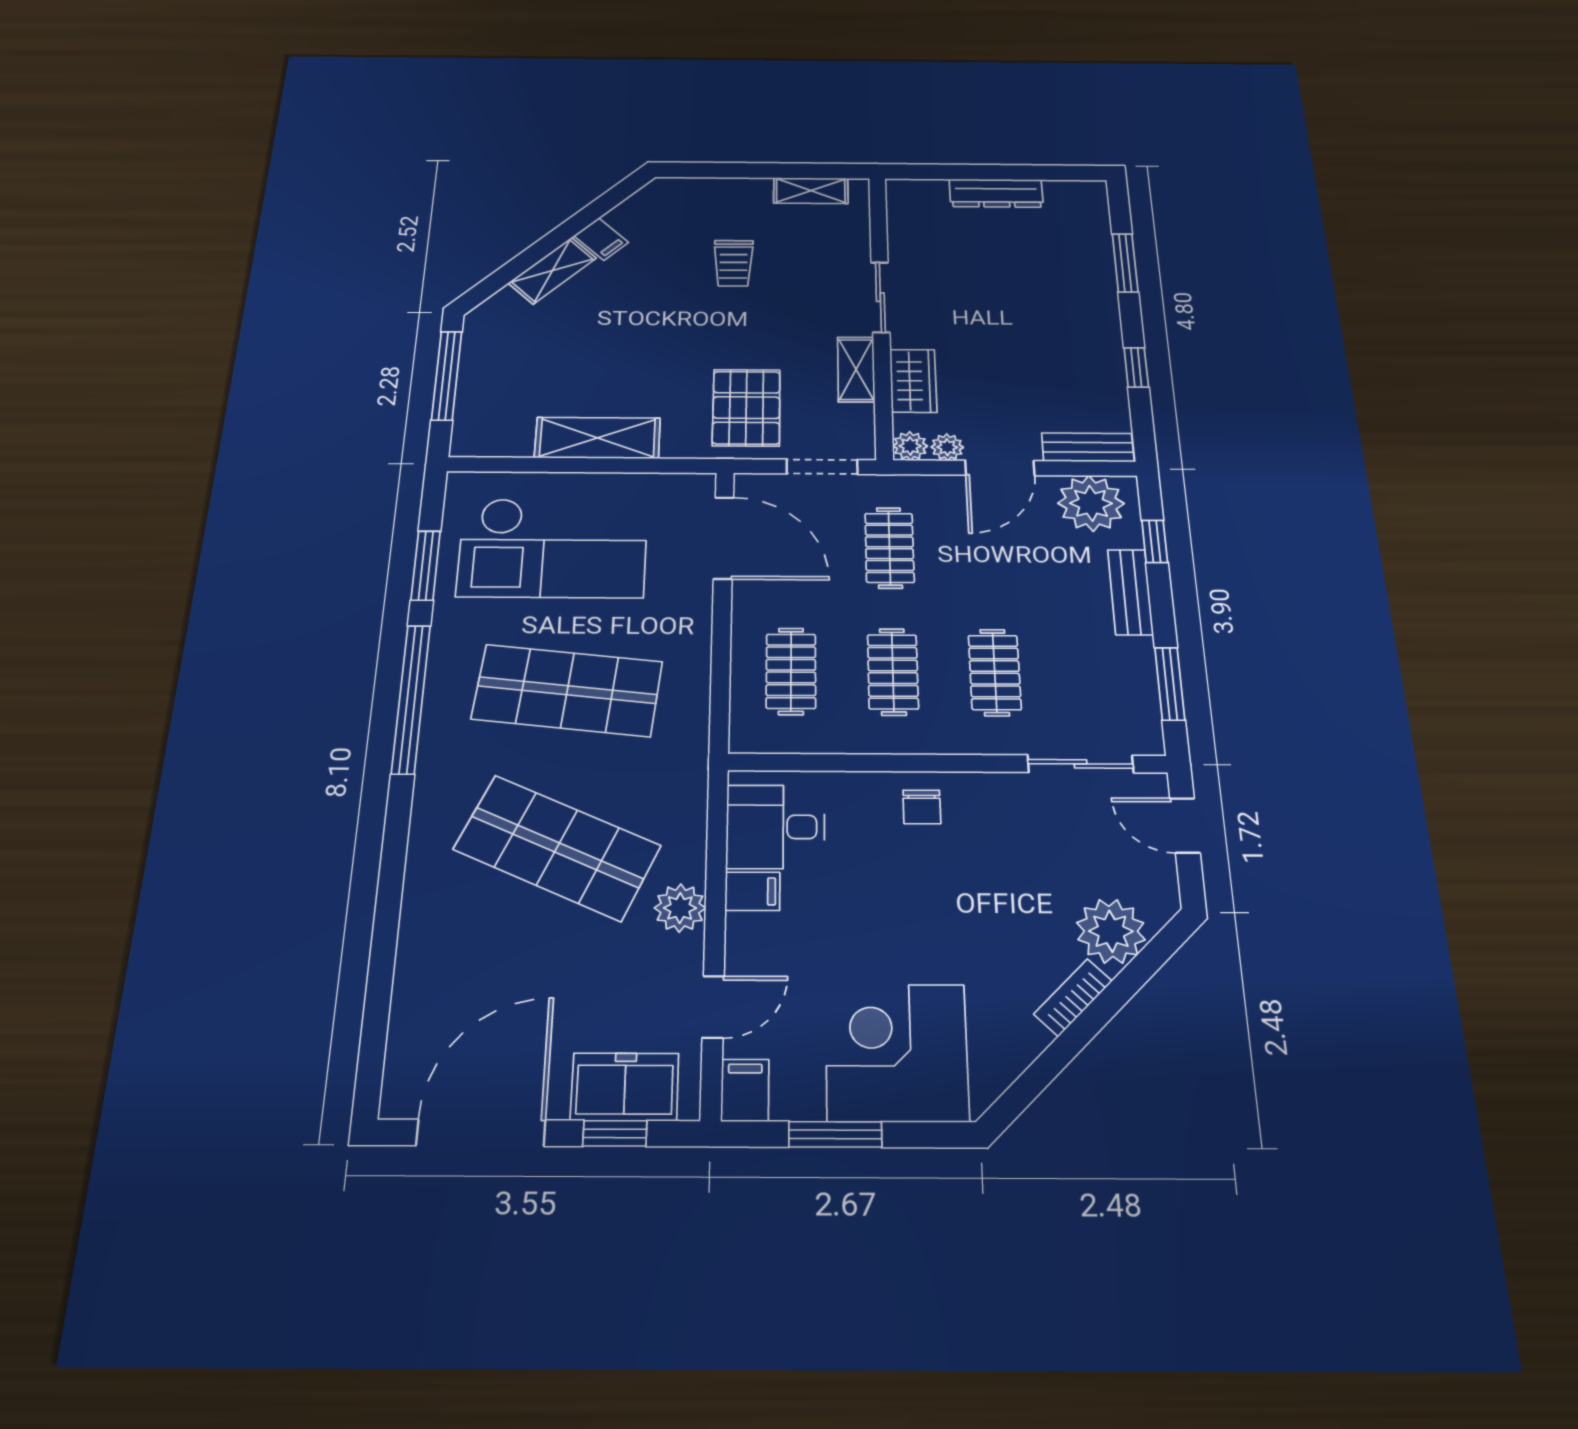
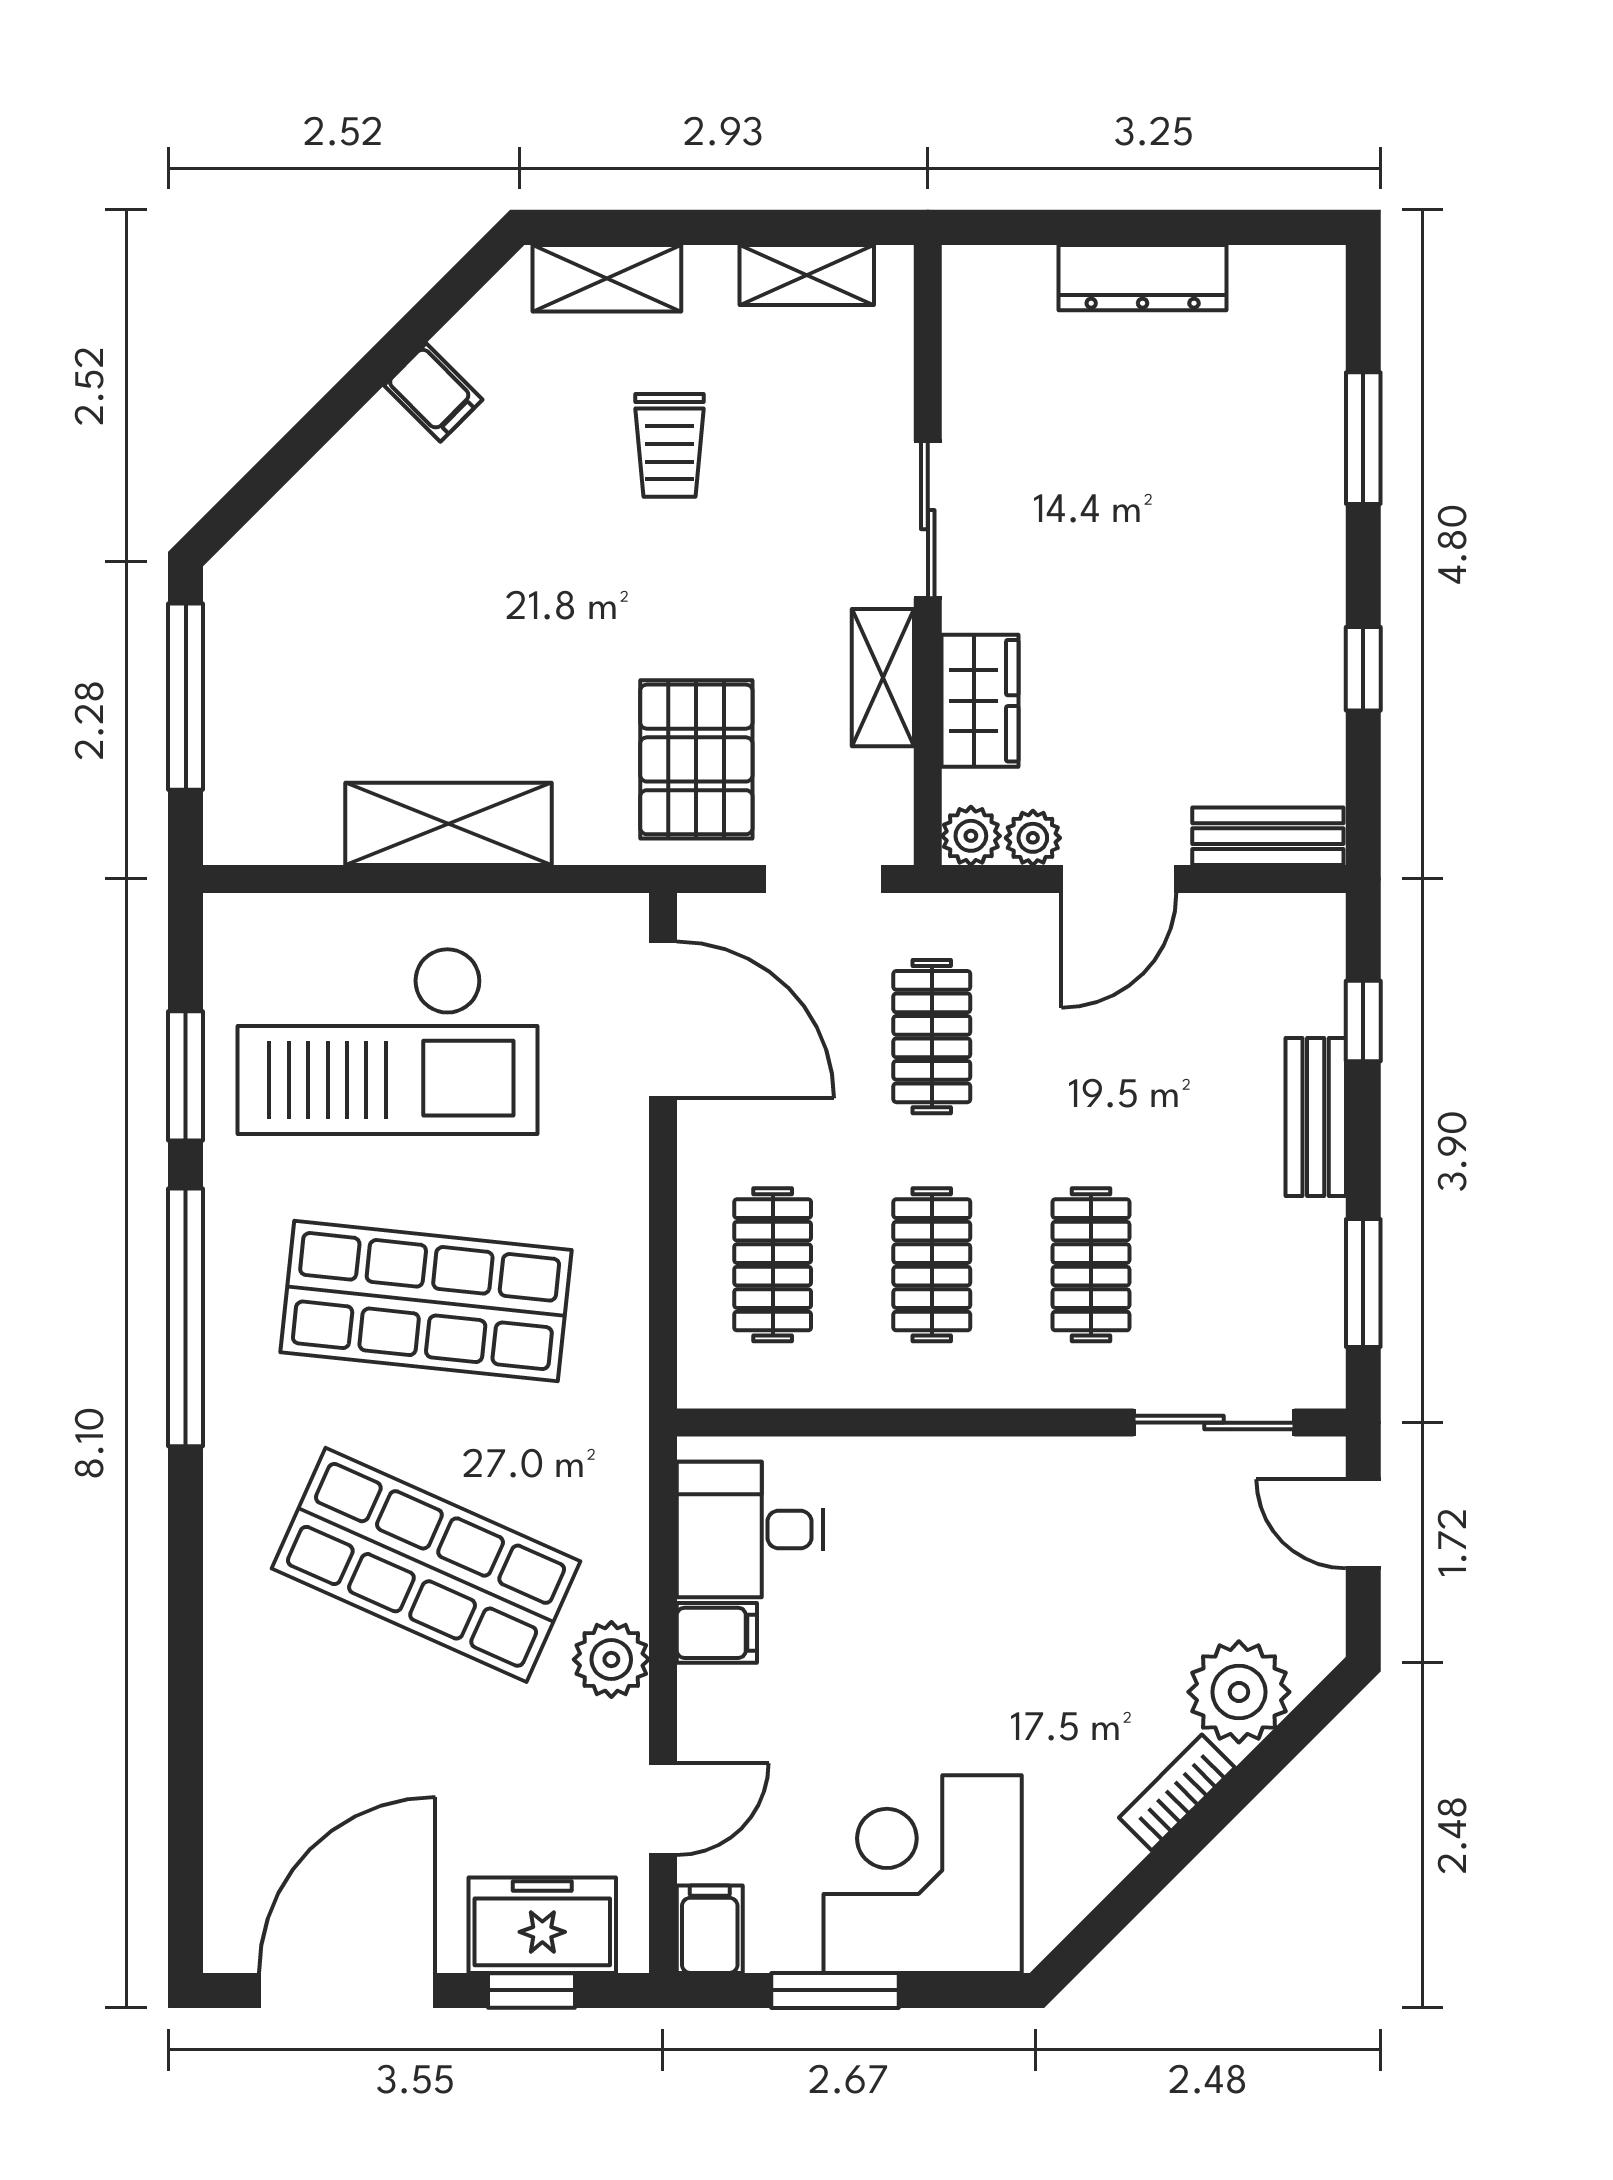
shelving: (552, 271) -> (607, 278), moved, turned 45
plant: (1091, 503) -> (1265, 948), removed
chair: (922, 807) -> (970, 1496), removed

